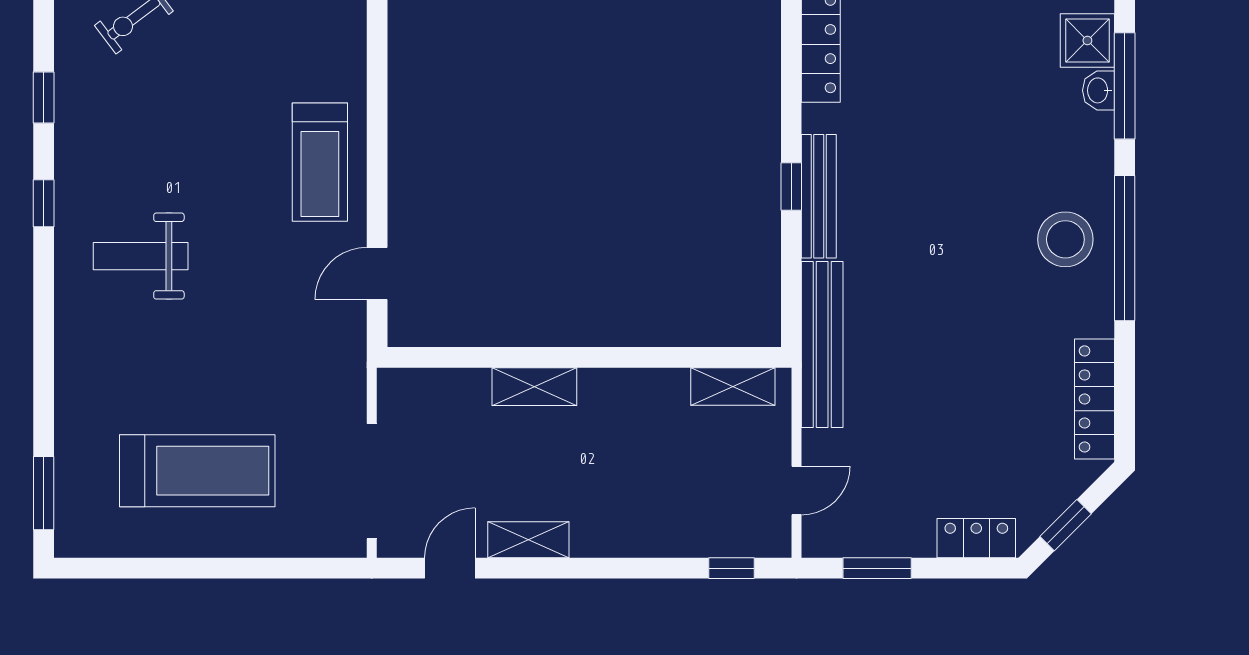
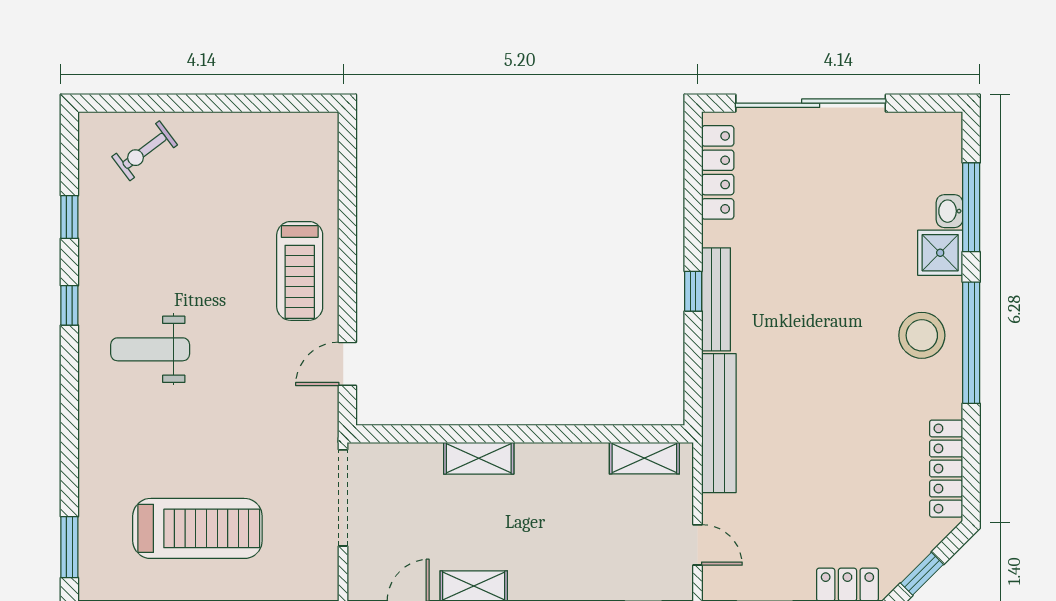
shower: (1087, 40) -> (940, 253), moved
doorway: (372, 481) -> (343, 498), moved
door: (797, 490) -> (698, 545), hinge flipped

